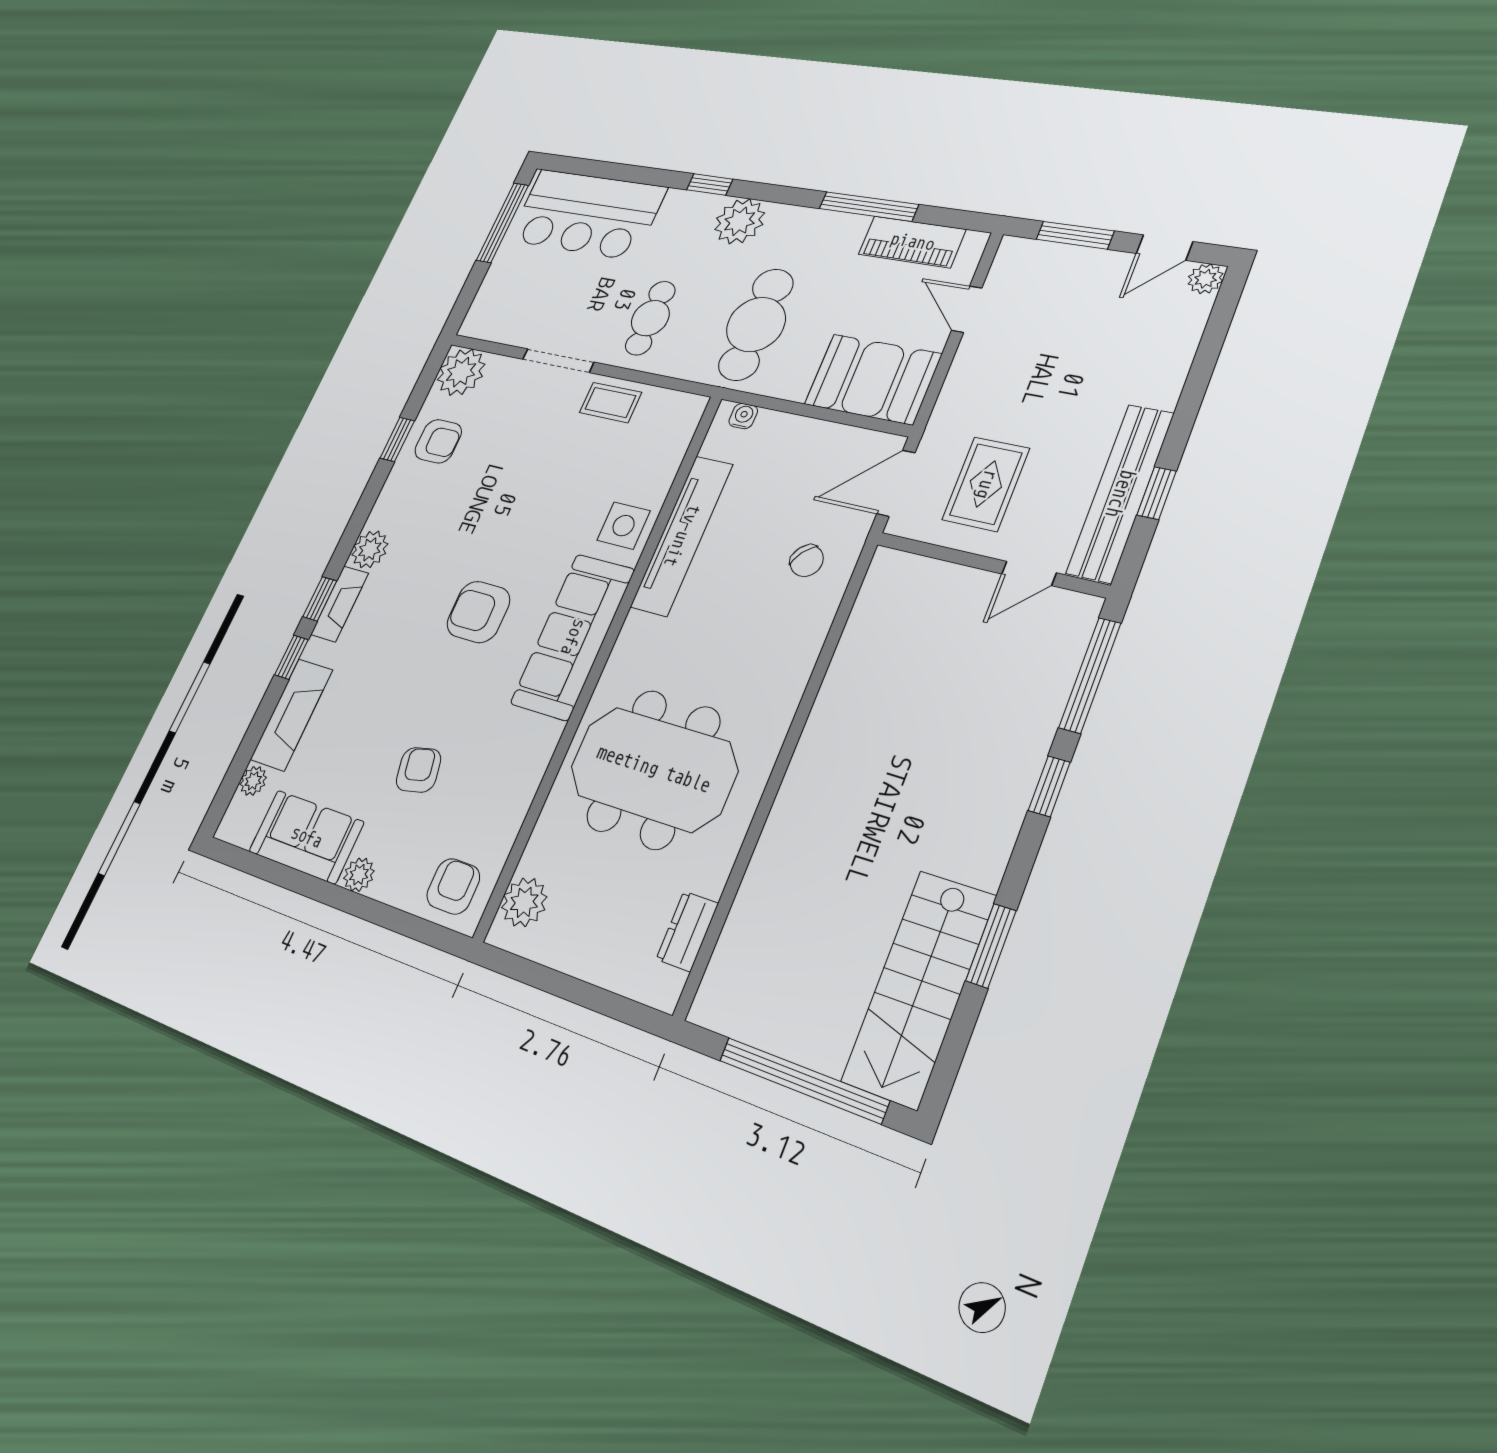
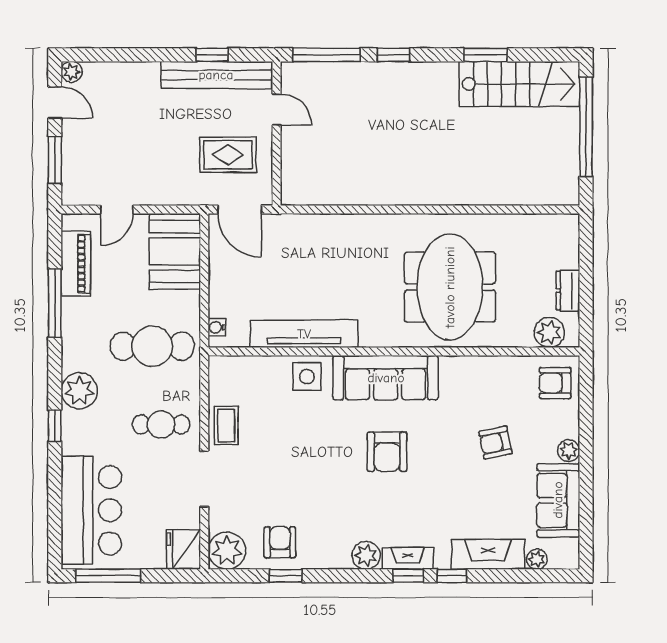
fridge: (488, 319) -> (183, 550), added
chair: (807, 561) -> (301, 245), removed
dresser: (687, 931) -> (568, 291), moved, turned 90

